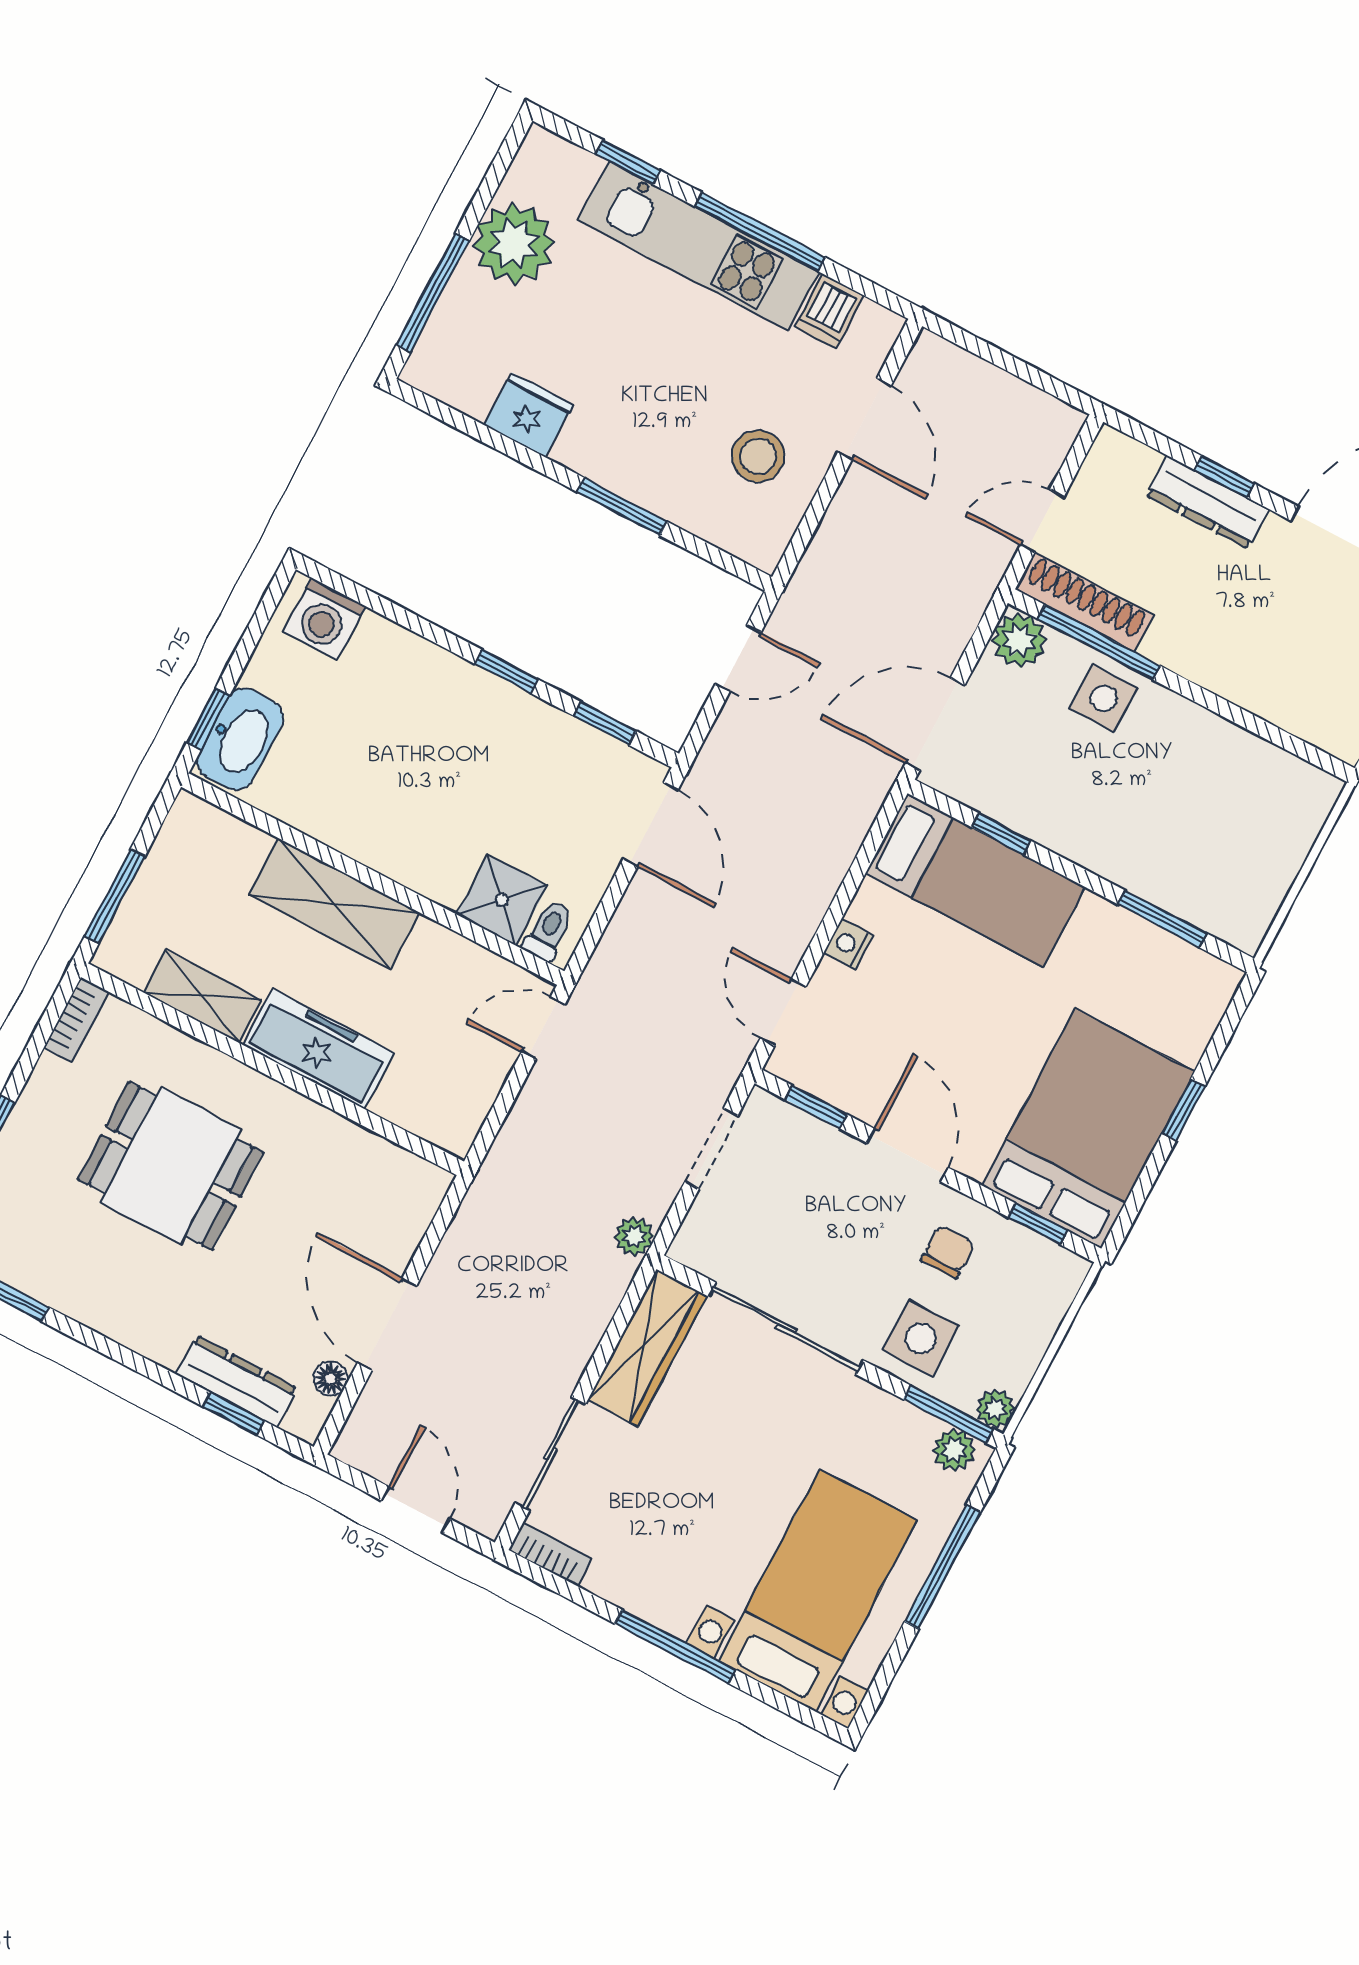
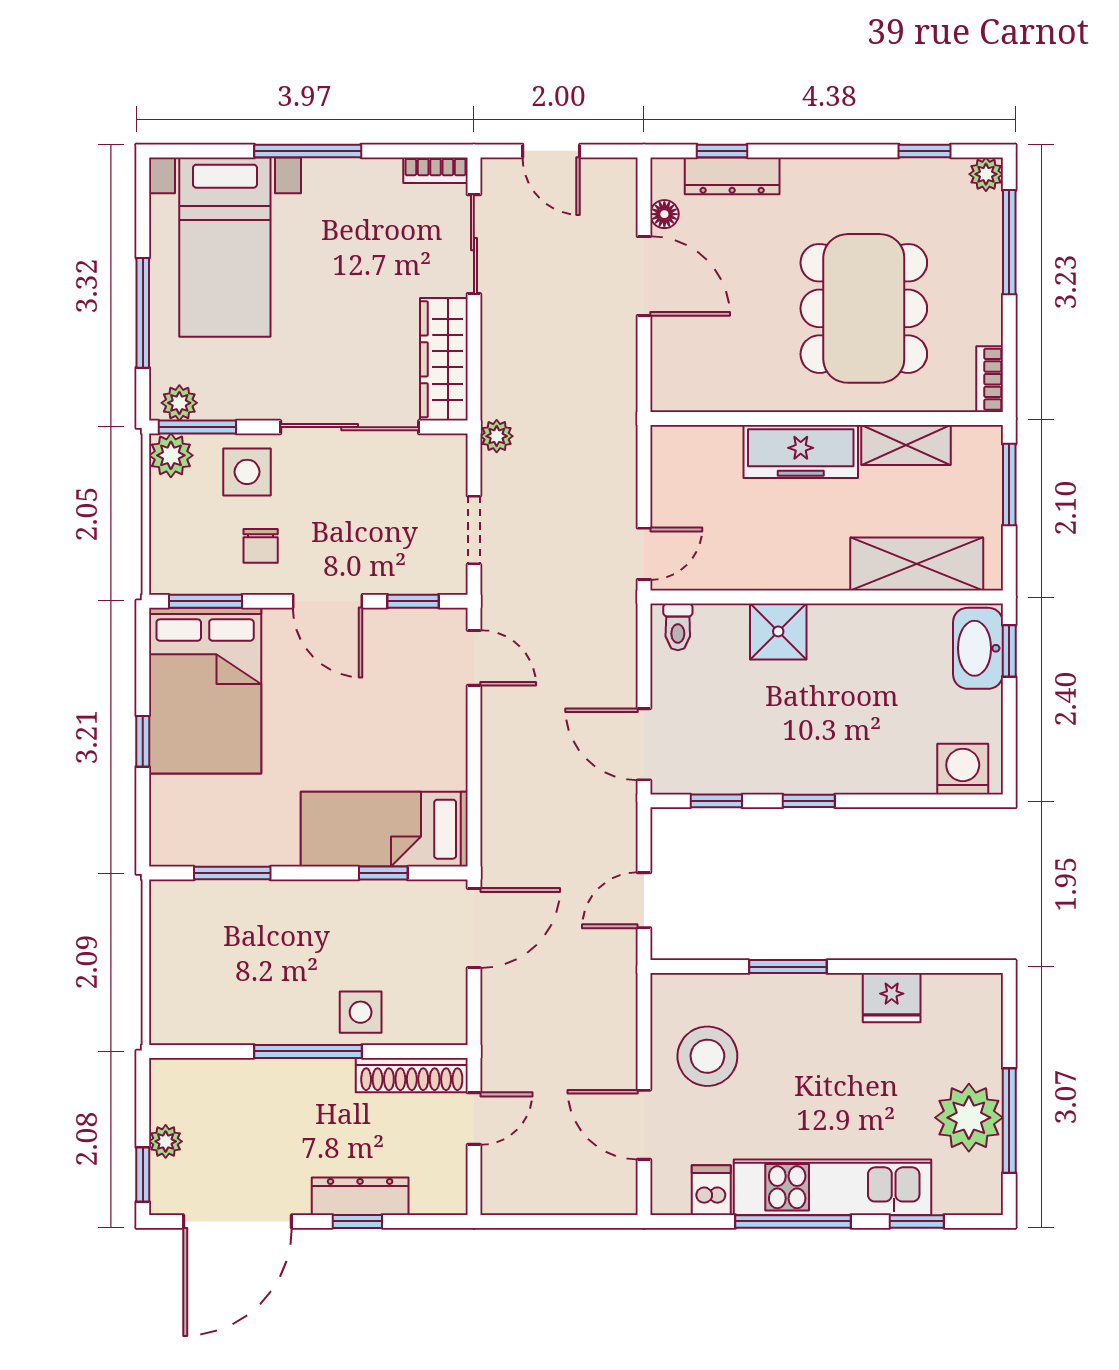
window: (433, 293) -> (1009, 1121), moved
stool: (758, 456) -> (707, 1056), width x1.38, depth x1.38
plant: (1019, 640) -> (445, 1022), removed
window: (1099, 642) -> (308, 1051), moved
shower: (502, 900) -> (778, 631), moved
shelving: (334, 904) -> (917, 564), moved
nightstand: (848, 944) -> (453, 733), removed
dining table: (171, 1166) -> (864, 308), width x1.38
window: (1038, 1224) -> (205, 601), width x1.50
plant: (996, 1409) -> (171, 455), width x1.38, depth x1.38

